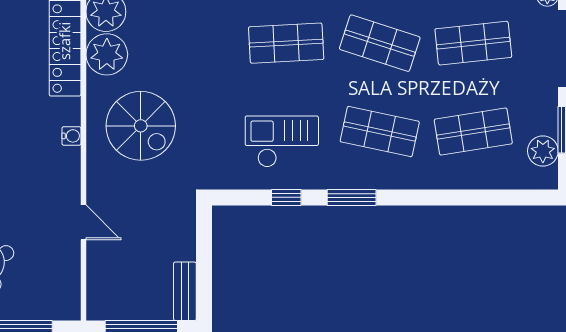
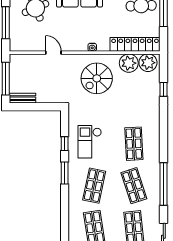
shop shelf: (380, 43) -> (134, 186), turned -36
checkout: (282, 141) -> (90, 142), turned 180
door: (83, 222) -> (53, 53), swing flipped

